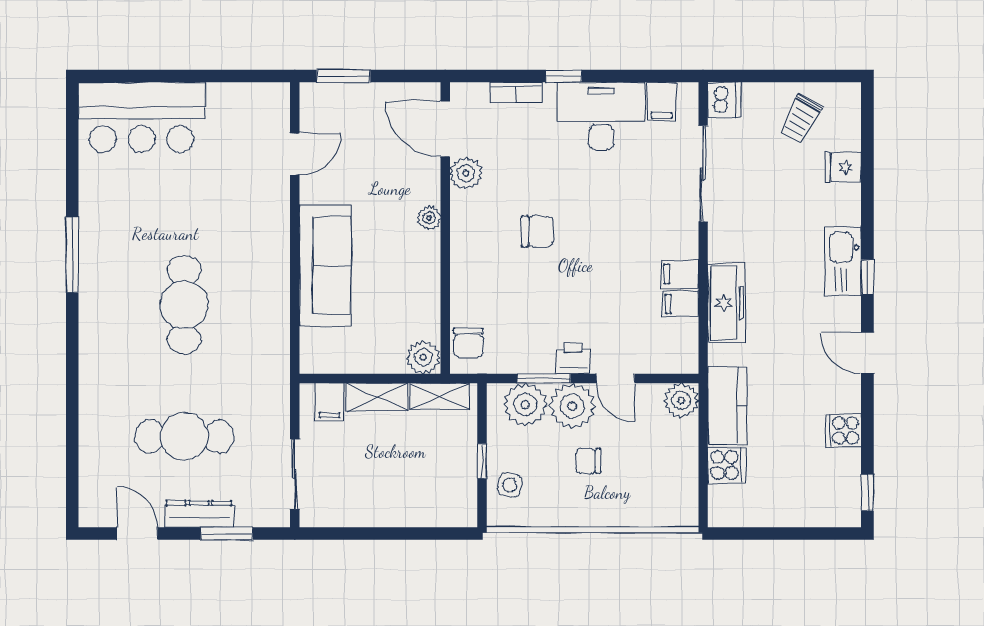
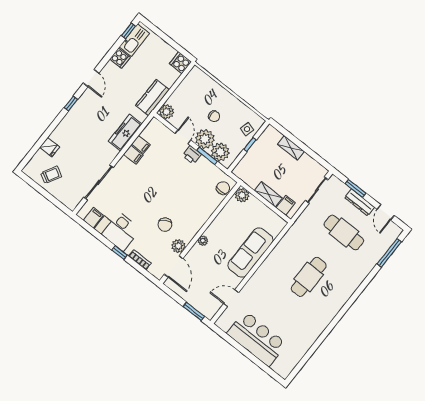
dishwasher: (724, 100) -> (72, 202), removed
bar counter: (142, 117) -> (257, 339), moved
chair: (538, 231) -> (165, 225), moved, turned -121
window: (72, 255) -> (389, 253), moved
kitchen sink: (843, 261) -> (134, 40), moved
shelving: (440, 396) -> (291, 148), moved
cooker: (727, 465) -> (180, 63), moved

